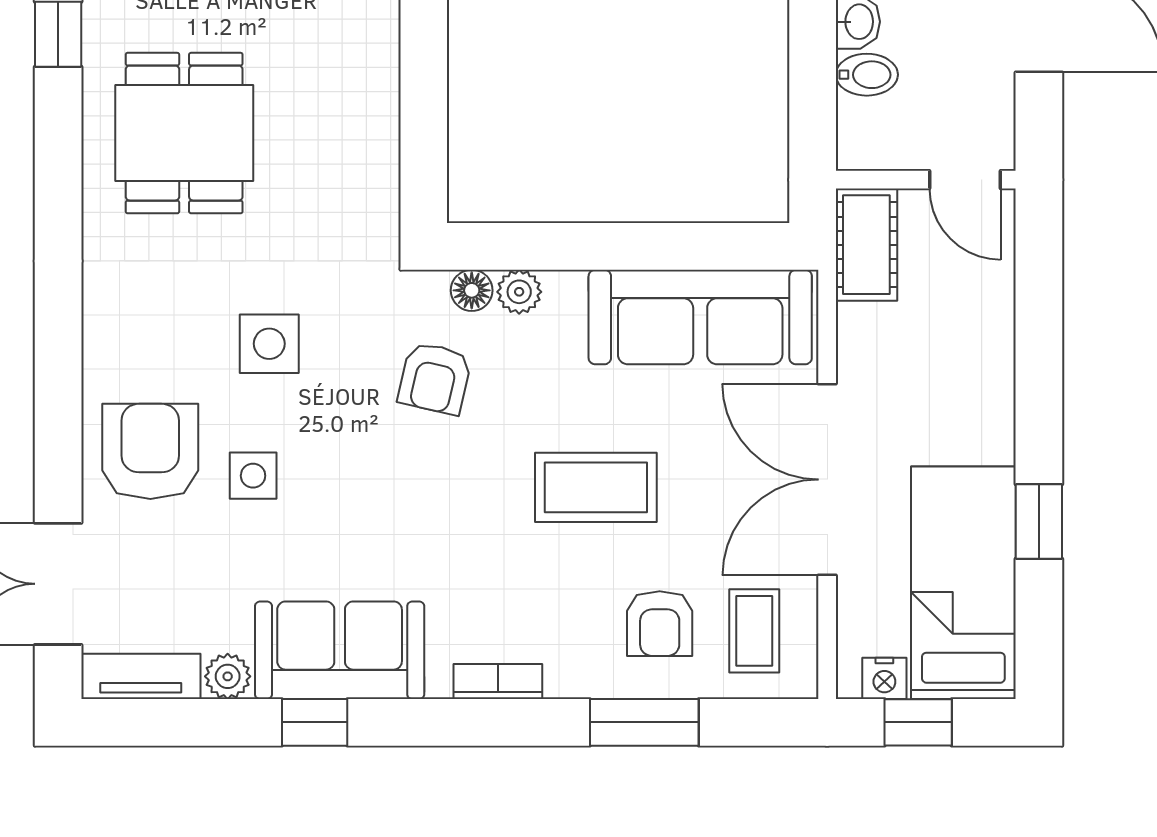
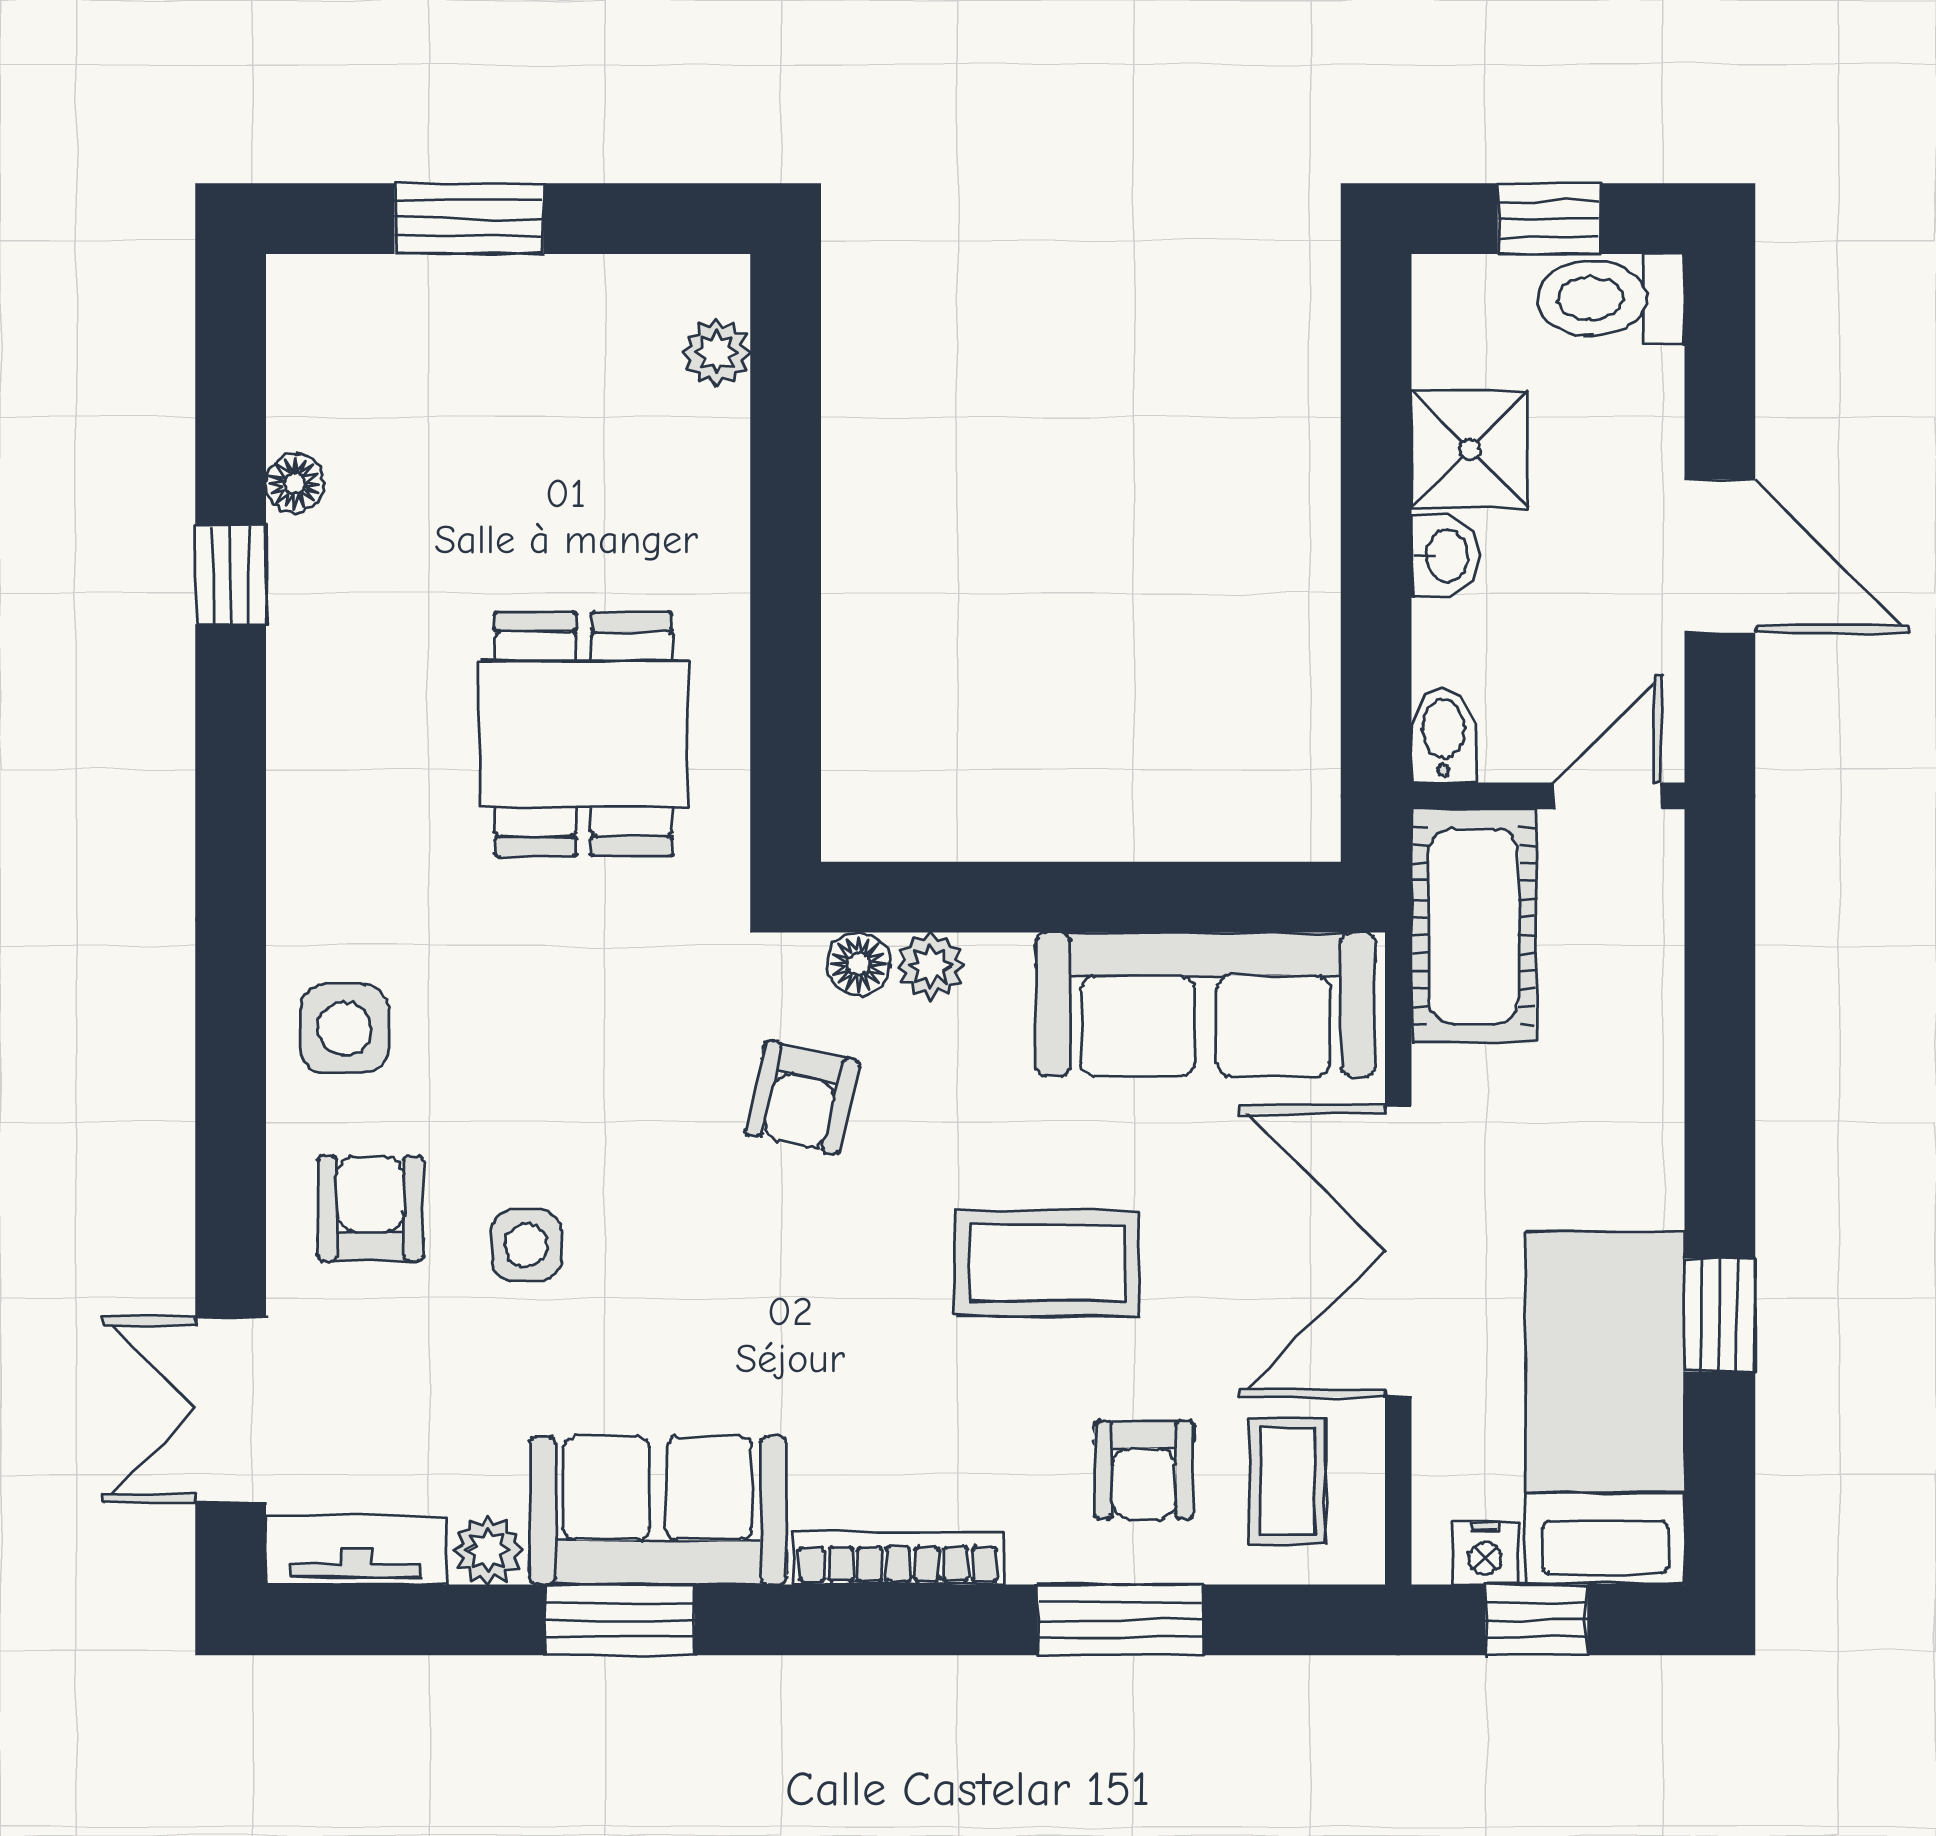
bidet: (867, 75) -> (1443, 736), moved, turned -90
dining table: (184, 133) -> (584, 734), moved
door: (965, 180) -> (1608, 796), swing flipped
cot: (866, 245) -> (1474, 926), width x1.37, depth x1.34
side table: (269, 344) -> (344, 1029), moved
armchair: (150, 451) -> (370, 1209), width x0.72, depth x0.72
bookcase: (498, 681) -> (898, 1558), width x1.56
window: (315, 722) -> (620, 1620), width x1.50

